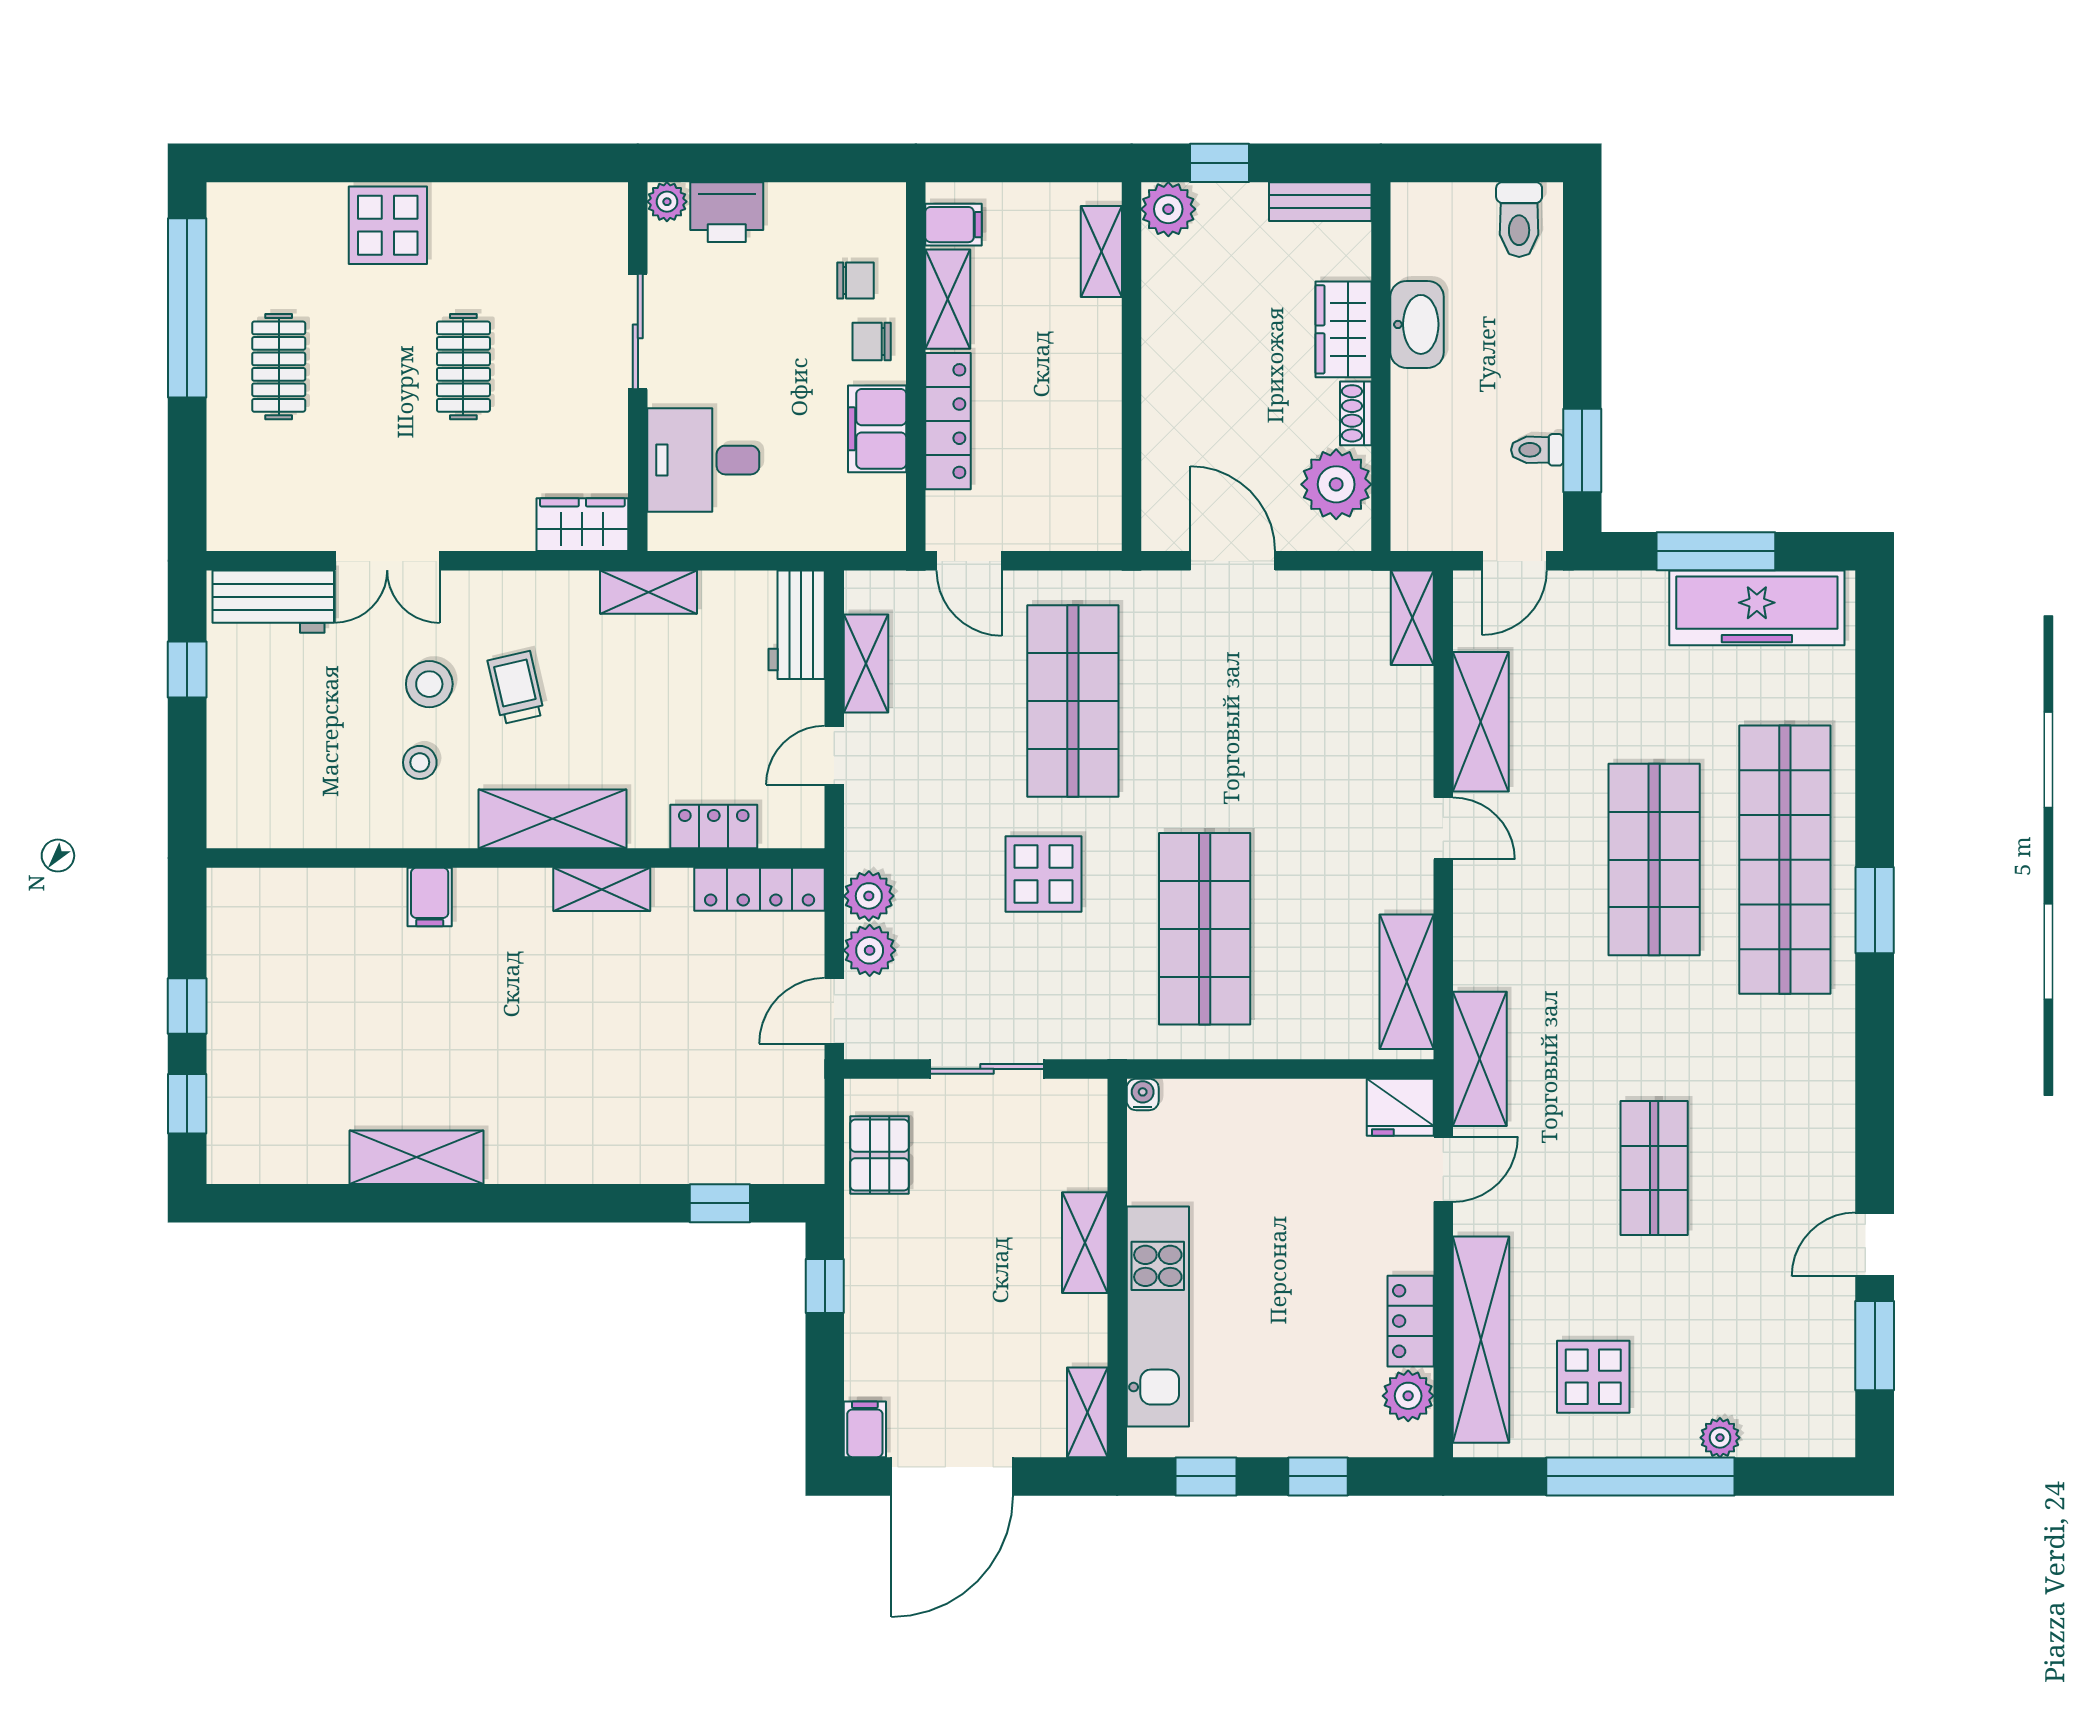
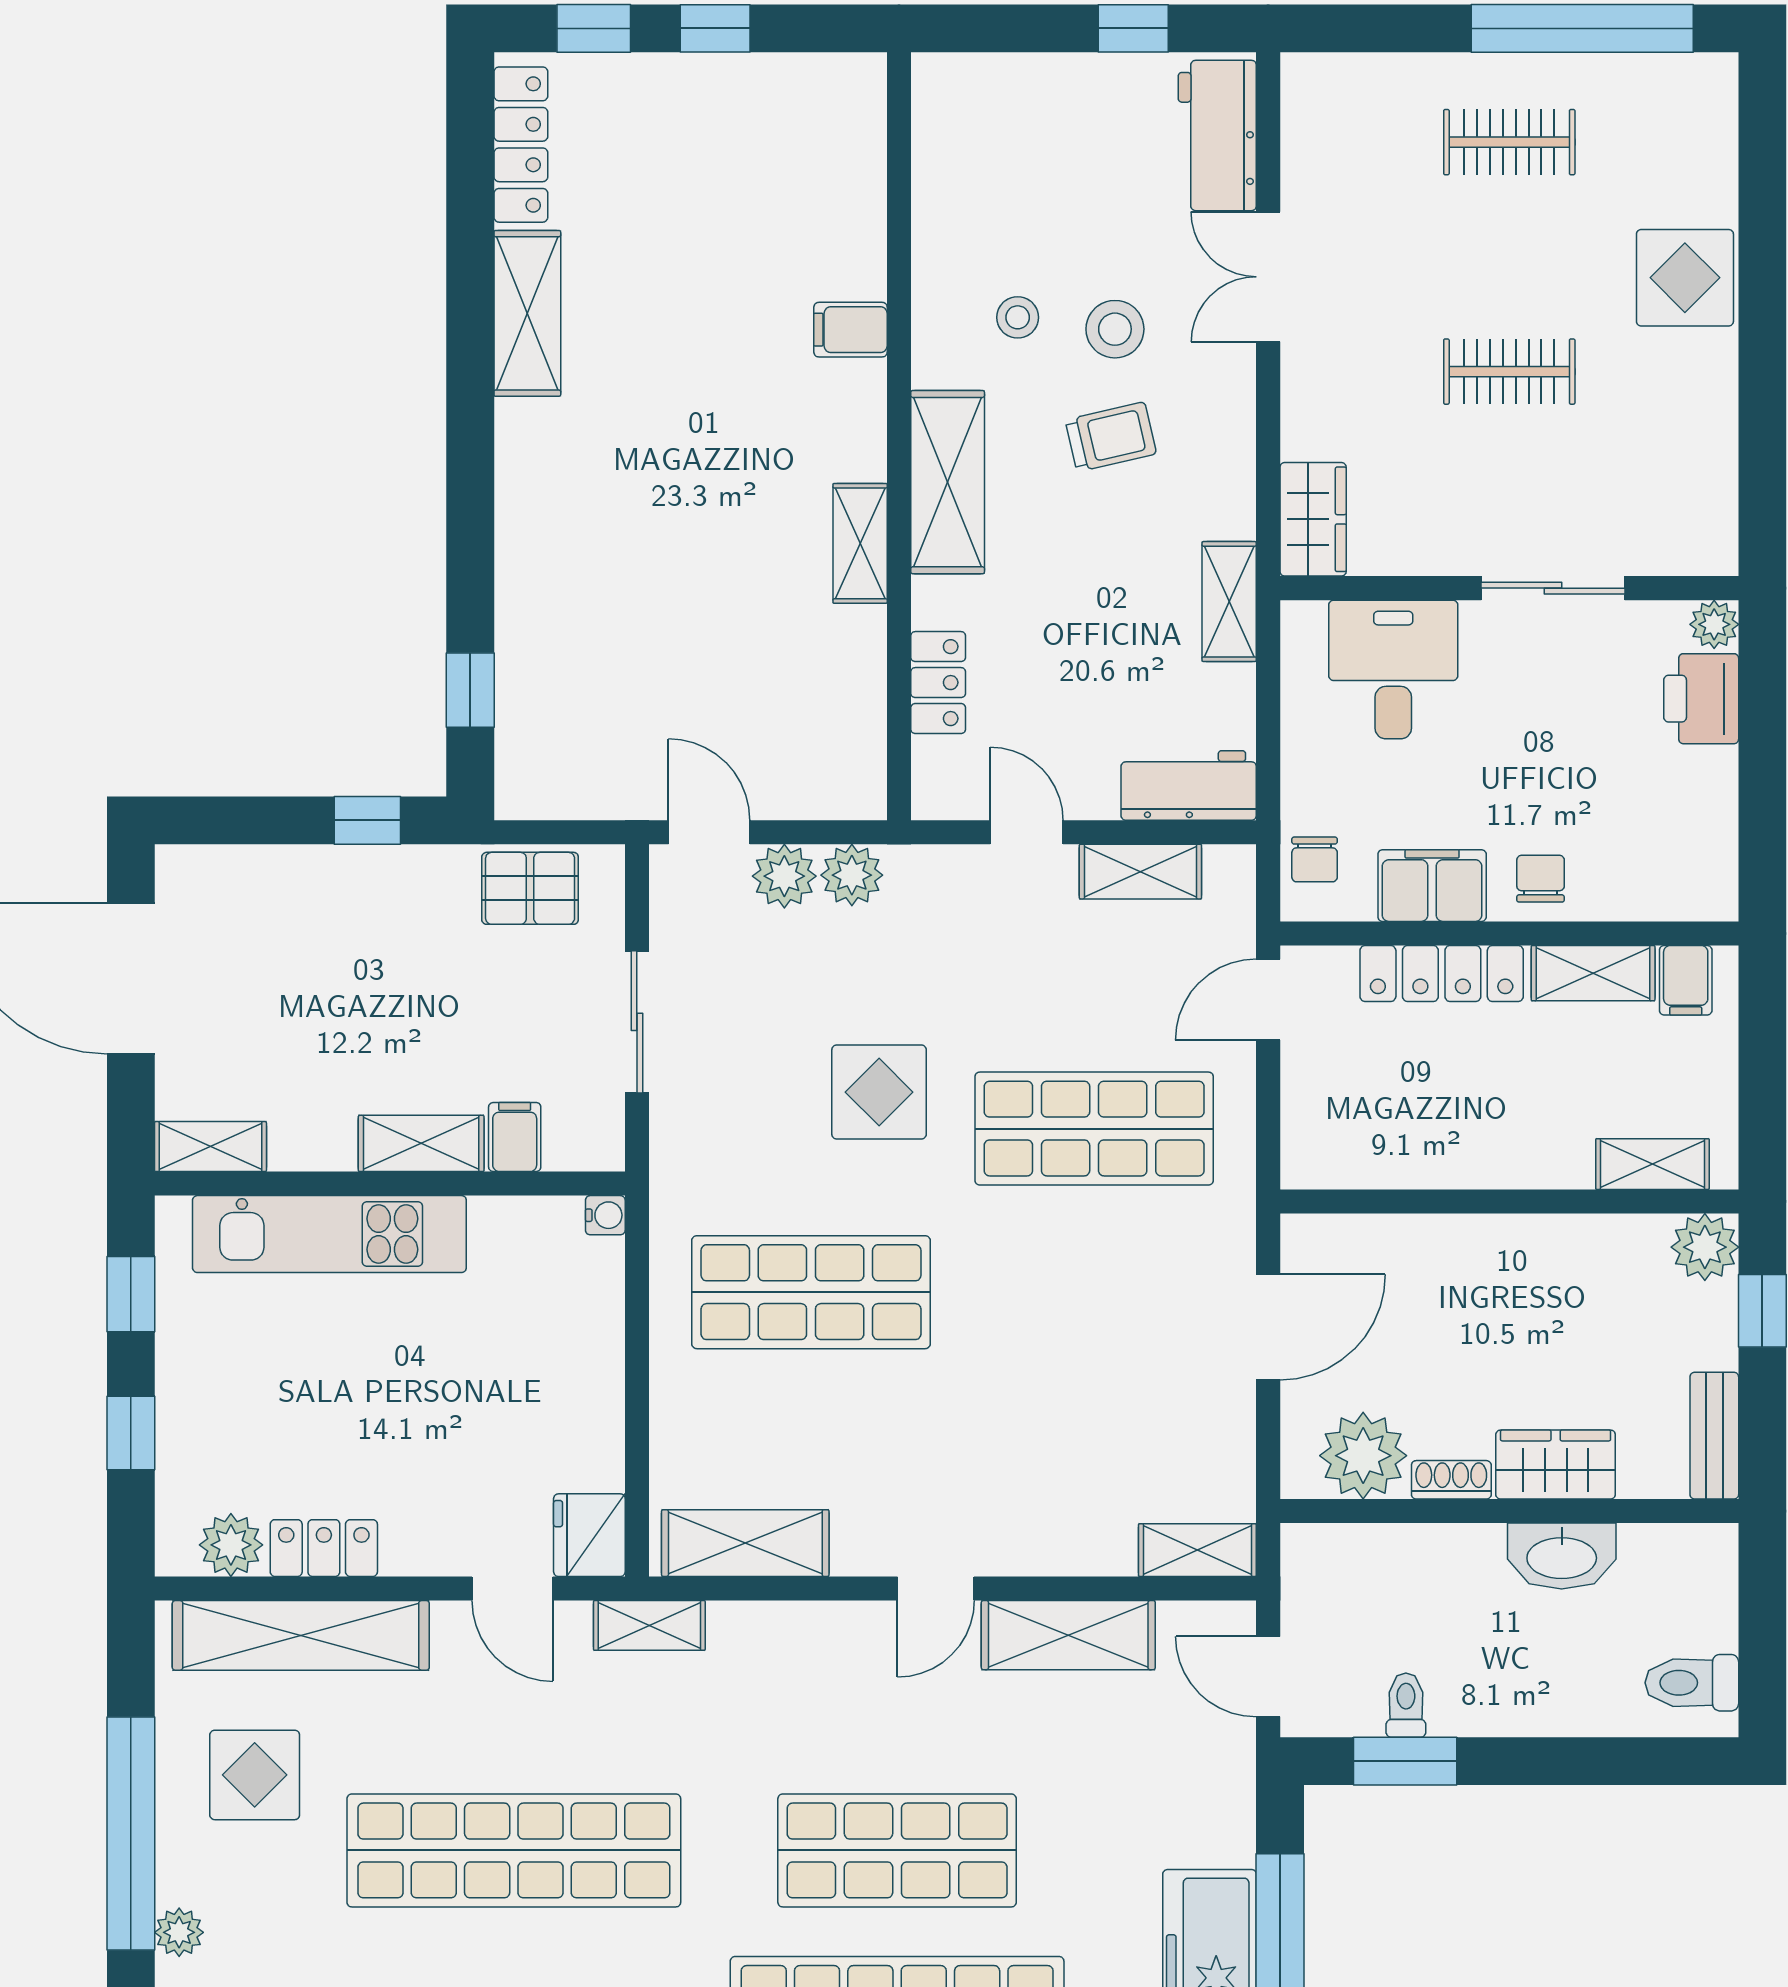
chair: (856, 280) -> (1315, 859), moved
locker: (760, 889) -> (521, 145), moved, turned 180
shelving: (1480, 1059) -> (649, 1625), width x0.67, depth x0.75
shop shelf: (1654, 1168) -> (514, 1850), width x2.00, depth x1.36
filing cabinet: (865, 1429) -> (515, 1137), moved, turned -90

